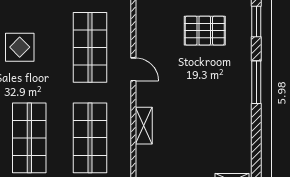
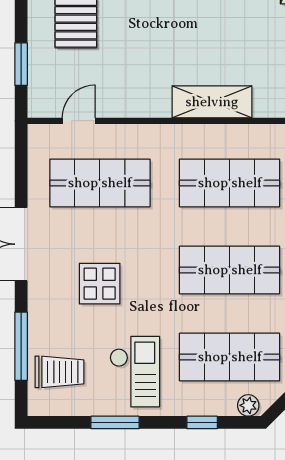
door: (133, 69) -> (79, 121), moved
shelving: (144, 126) -> (212, 102), width x1.50, depth x1.33

